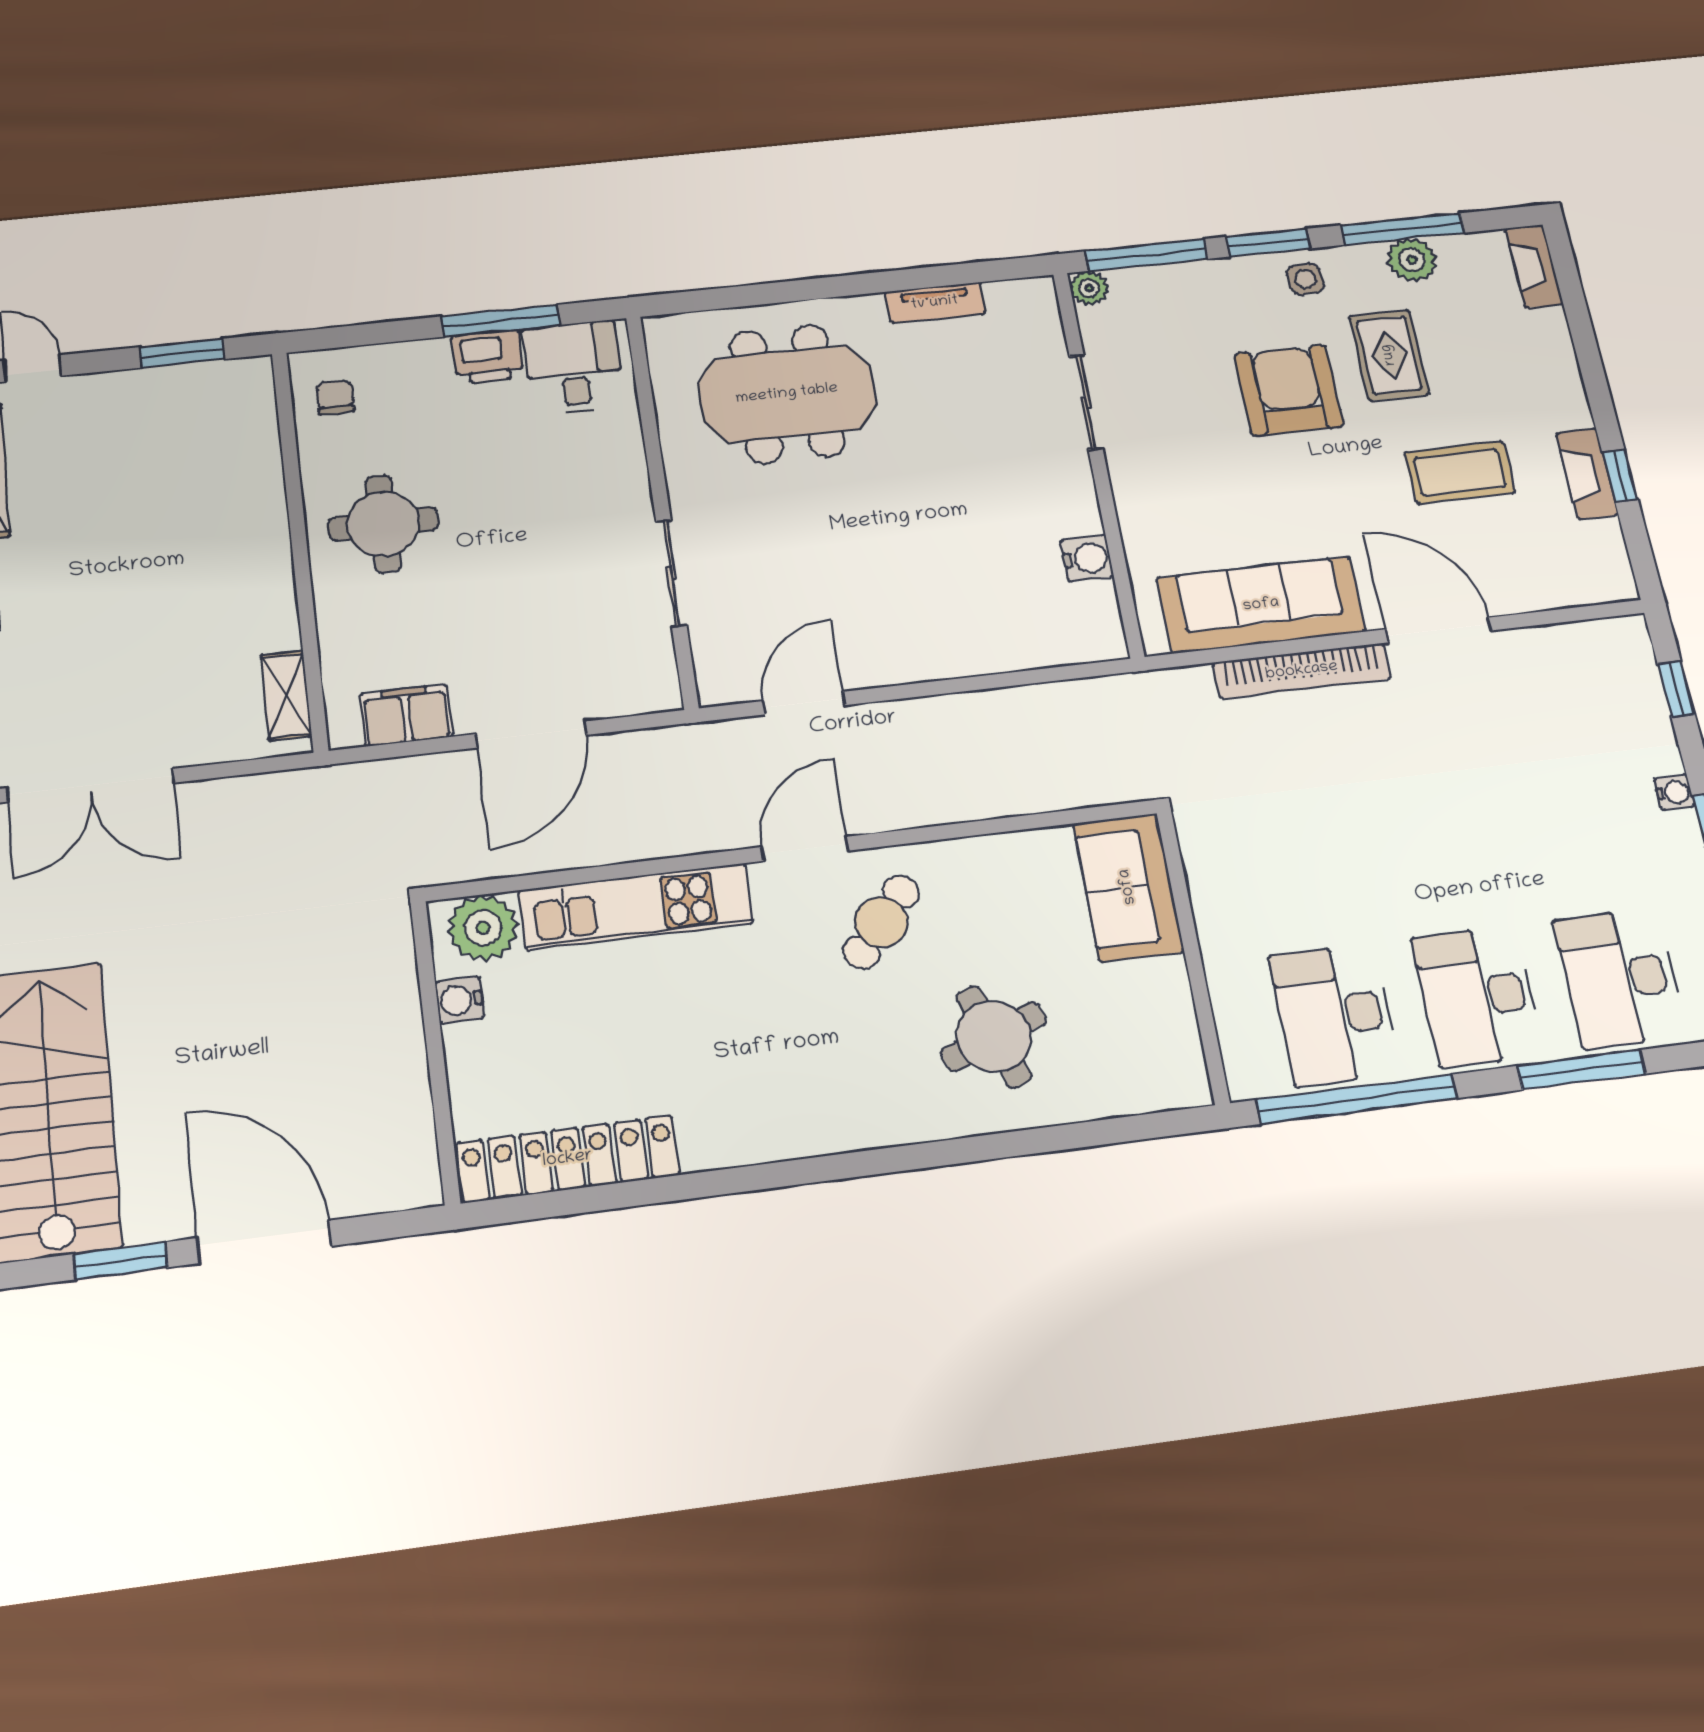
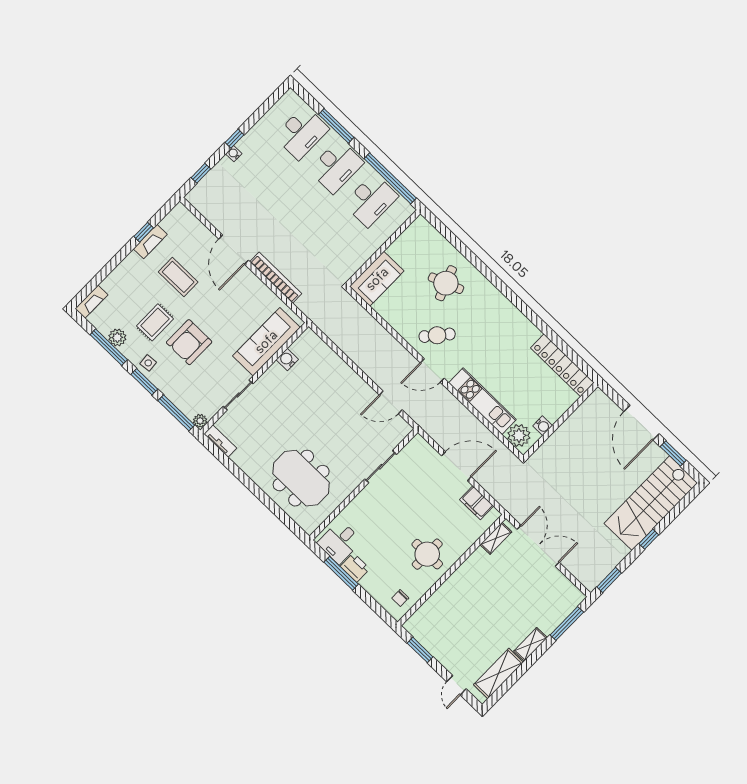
tv unit: (935, 303) -> (220, 441), moved
sofa: (1261, 605) -> (266, 342), moved, turned 90
double door: (91, 785) -> (538, 546), moved

